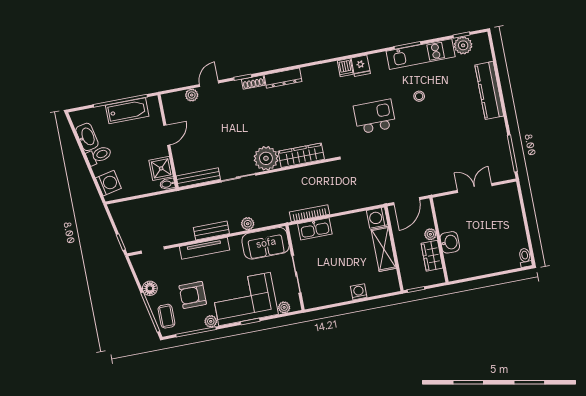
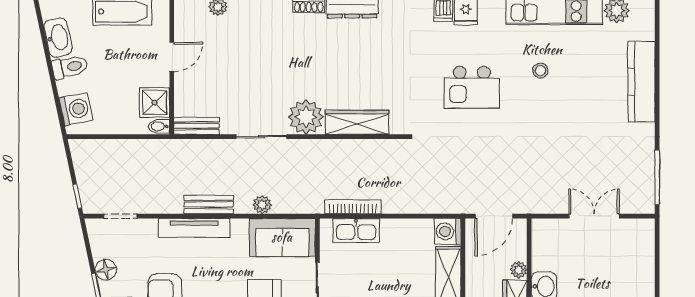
kitchen island: (375, 117) -> (472, 87), turned 180
bench: (198, 178) -> (197, 126), width x0.73

